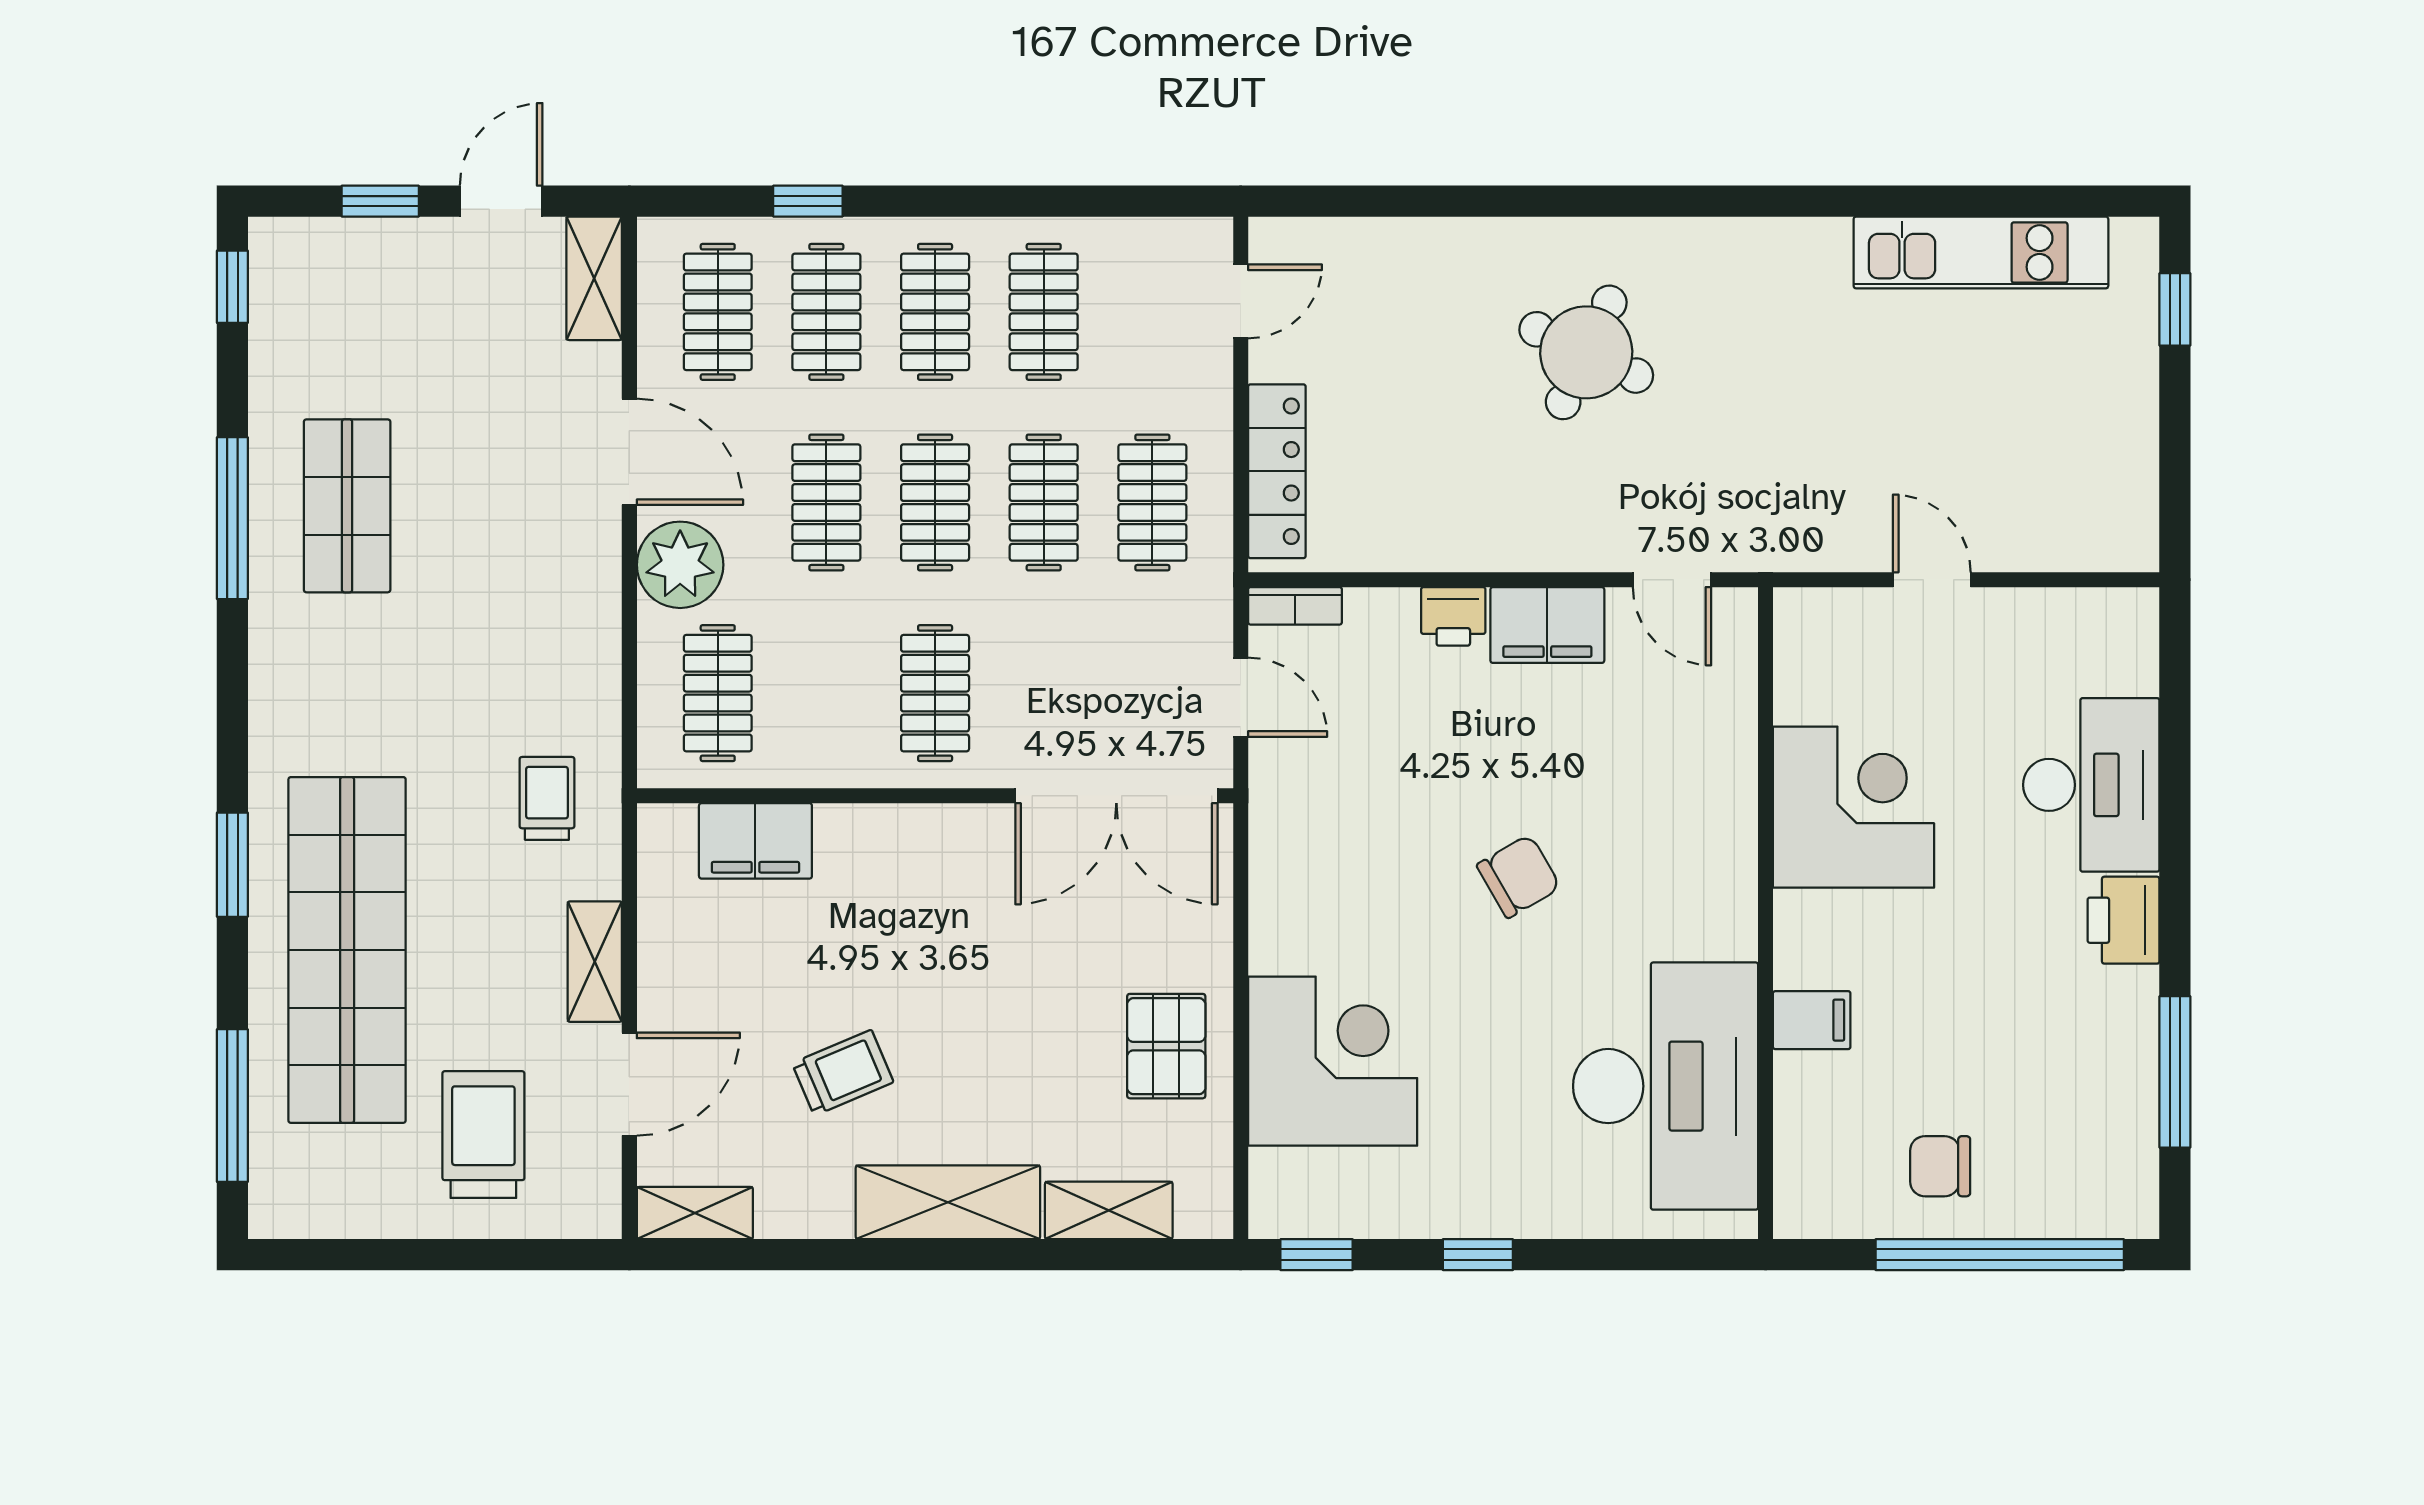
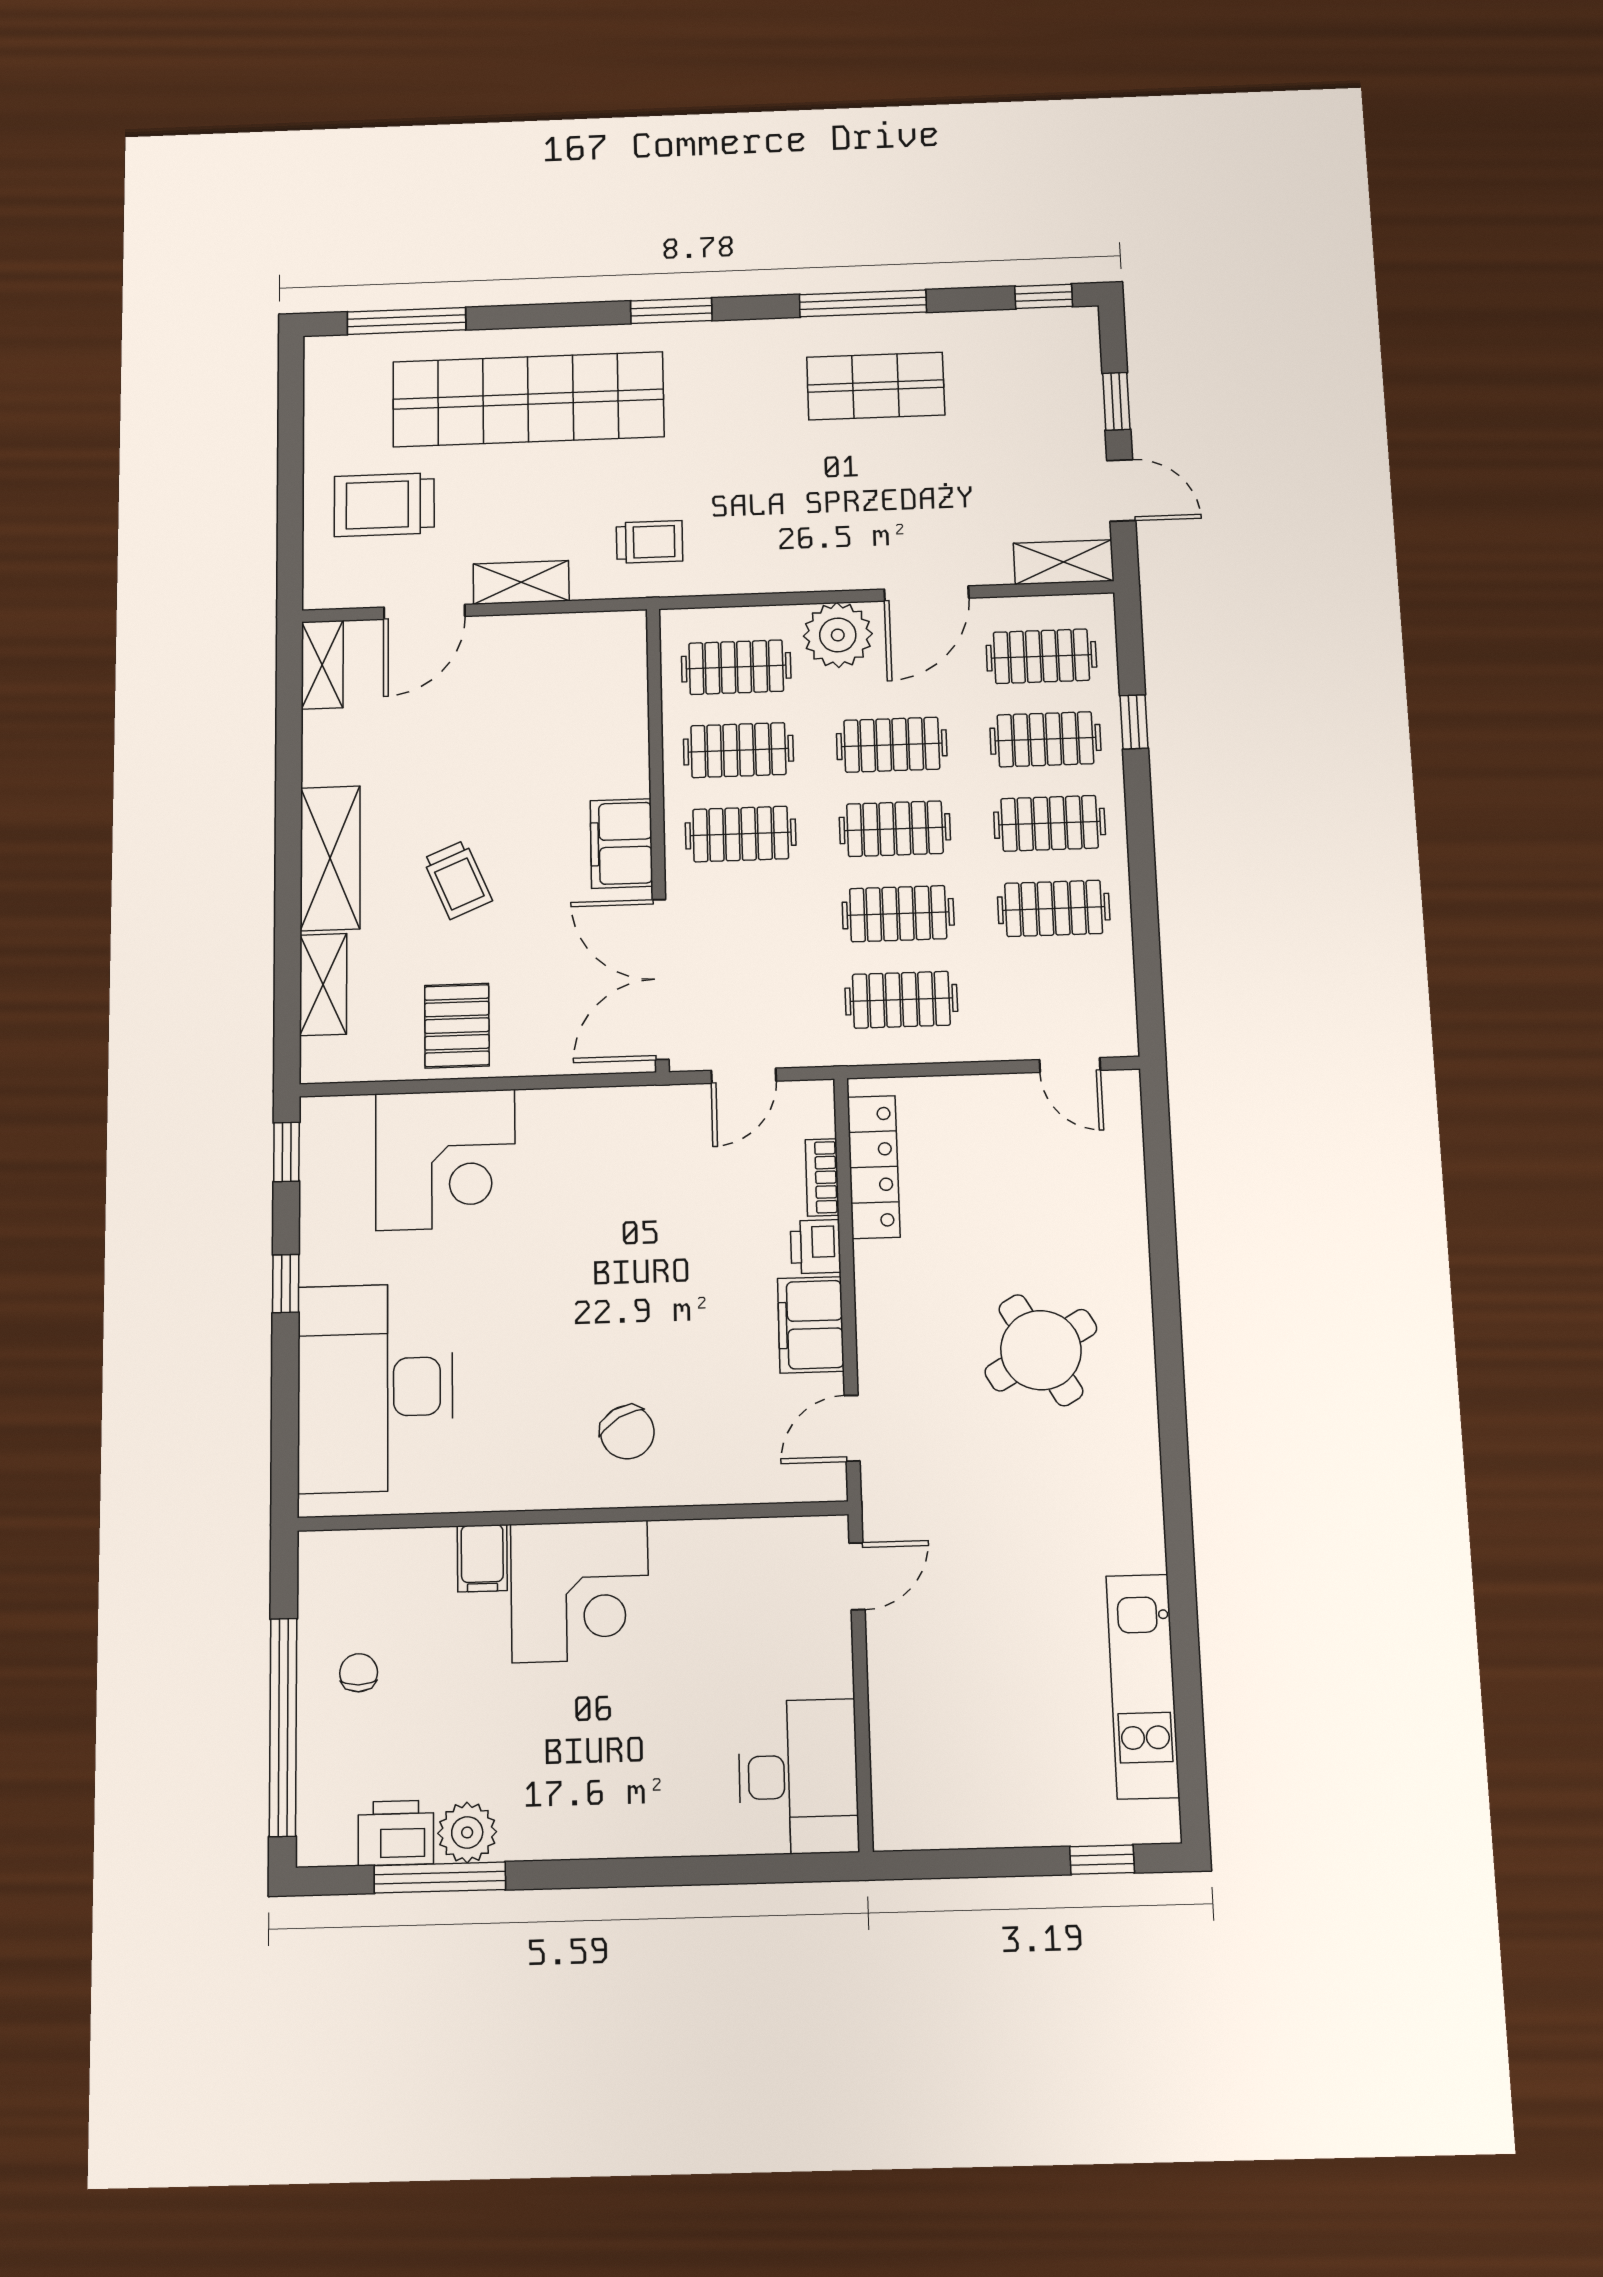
round table: (1586, 352) -> (1041, 1350), turned 35
locker: (1277, 471) -> (874, 1167), moved, turned -90
door: (1932, 580) -> (857, 1576), moved
bookcase: (1295, 606) -> (822, 1177), moved
clothes rail: (826, 693) -> (738, 750), added
desk: (2091, 785) -> (798, 1777), moved, turned -90
corner desk: (1854, 807) -> (580, 1591), moved
filing cabinet: (755, 841) -> (621, 843), moved
window: (232, 865) -> (671, 311), moved
chair: (1519, 876) -> (627, 1432), moved
printer: (2123, 920) -> (396, 1833), moved
plant: (2125, 1040) -> (467, 1832), added
pallet: (1166, 1046) -> (457, 1026), turned 90
trolley: (843, 1073) -> (457, 880), moved
door: (629, 1084) -> (424, 612), hinge flipped
desk: (1666, 1086) -> (375, 1388), moved, turned 90
trolley: (483, 1135) -> (384, 505), turned 180
chair: (1940, 1166) -> (359, 1673), width x0.73, depth x0.73

